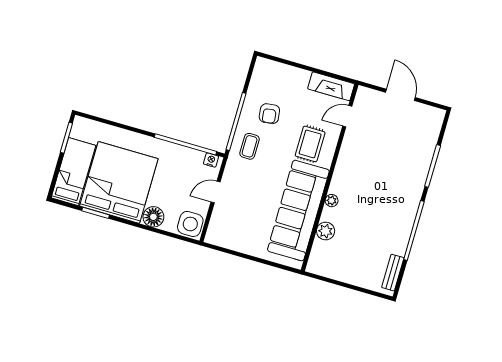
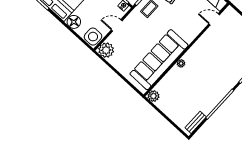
rug: (310, 144) -> (185, 25), removed
plant: (326, 231) -> (153, 96), moved
plant: (218, 234) -> (106, 50), added

